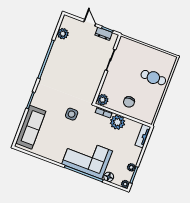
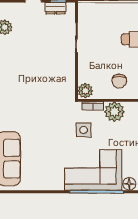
side table: (72, 114) -> (84, 130), moved

